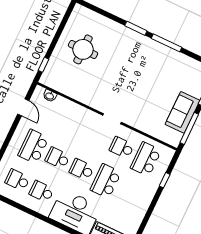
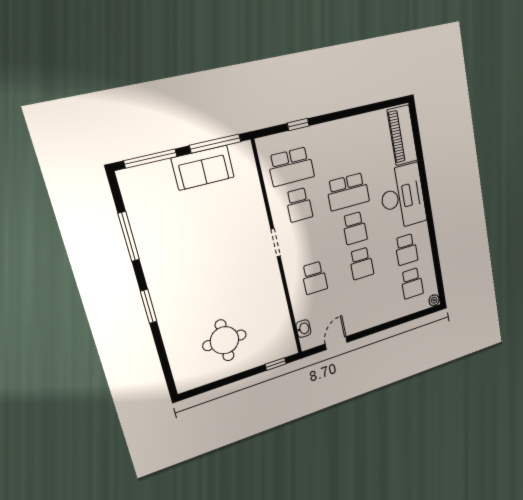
window: (167, 43) -> (129, 237), moved
school desk: (33, 147) -> (314, 278), moved, width x0.54

